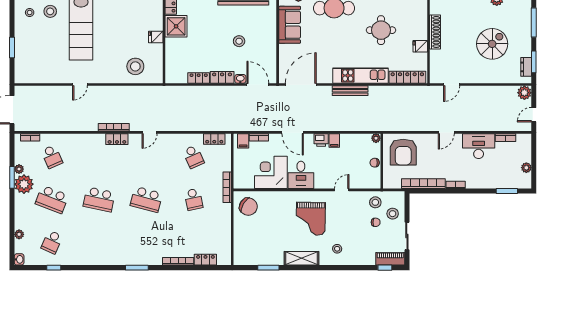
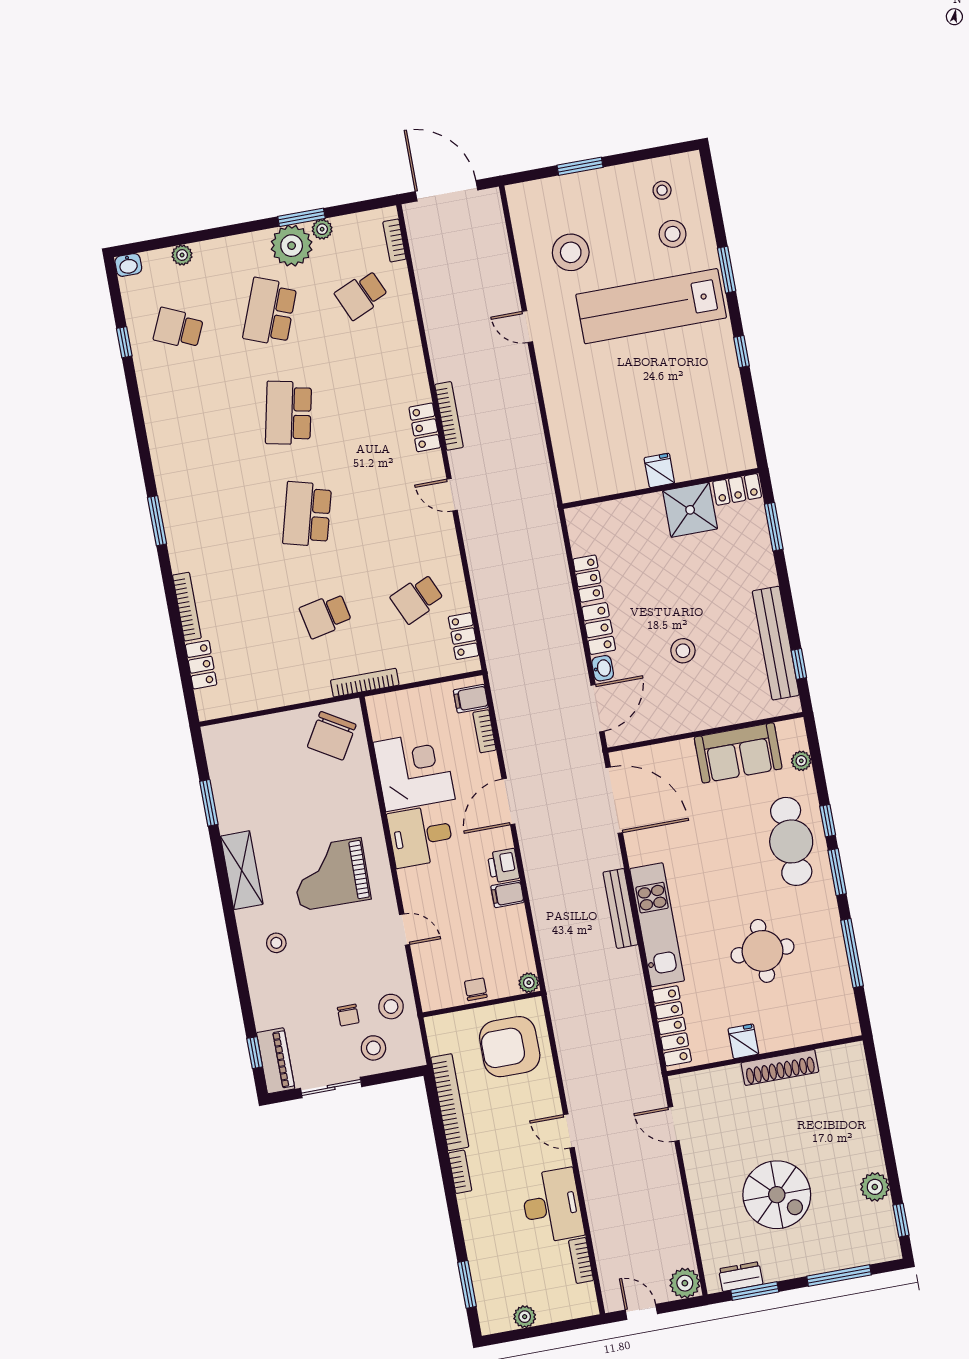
stool: (135, 66) -> (571, 252), moved

